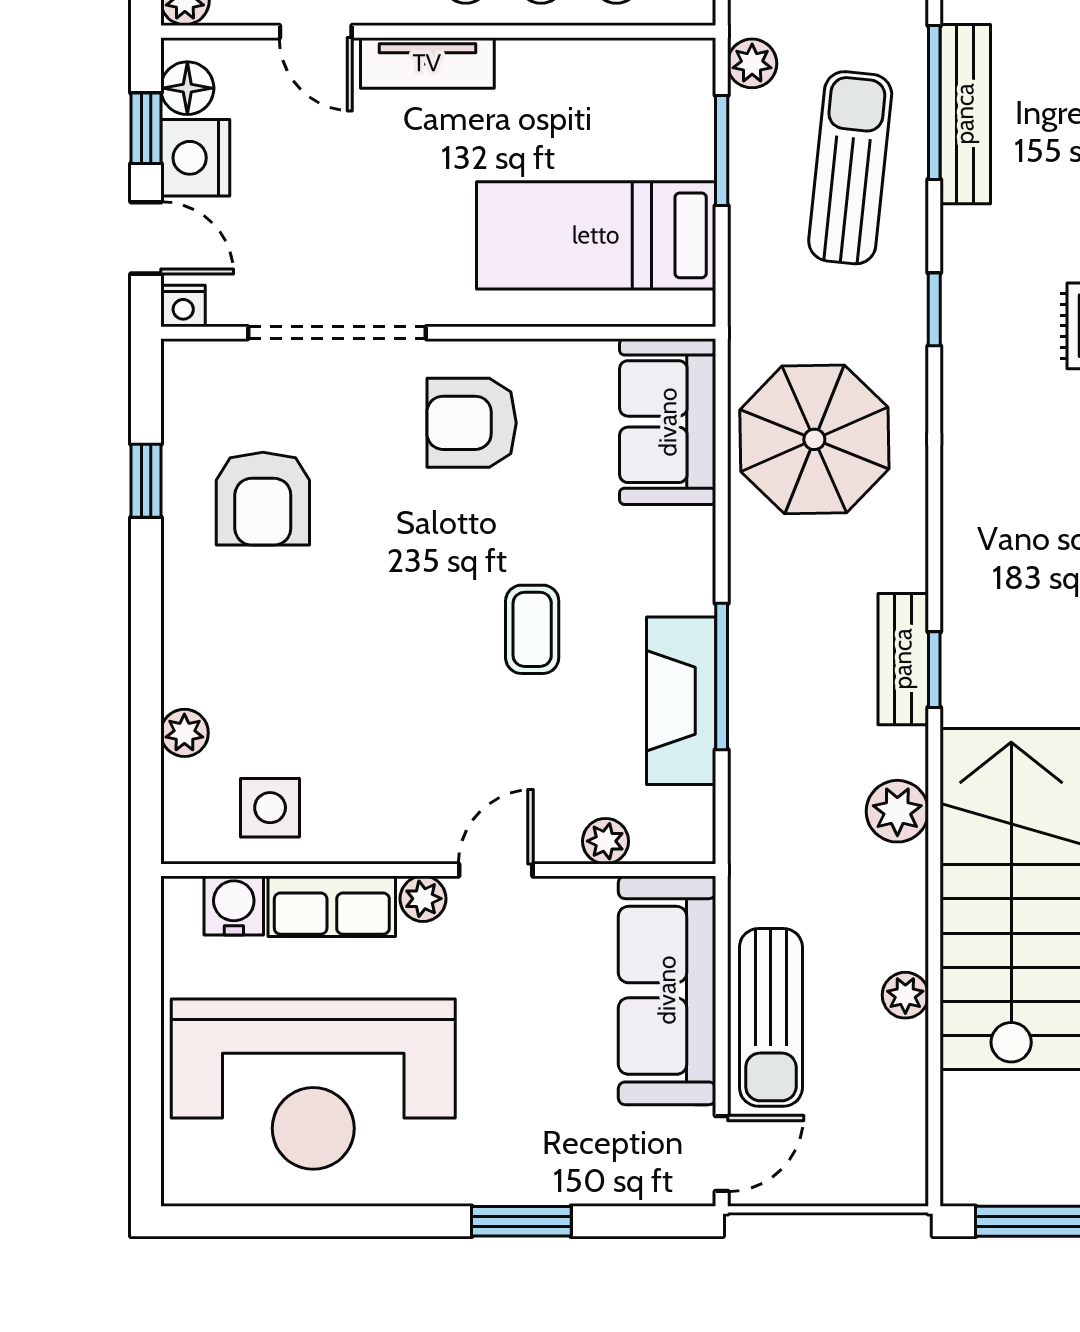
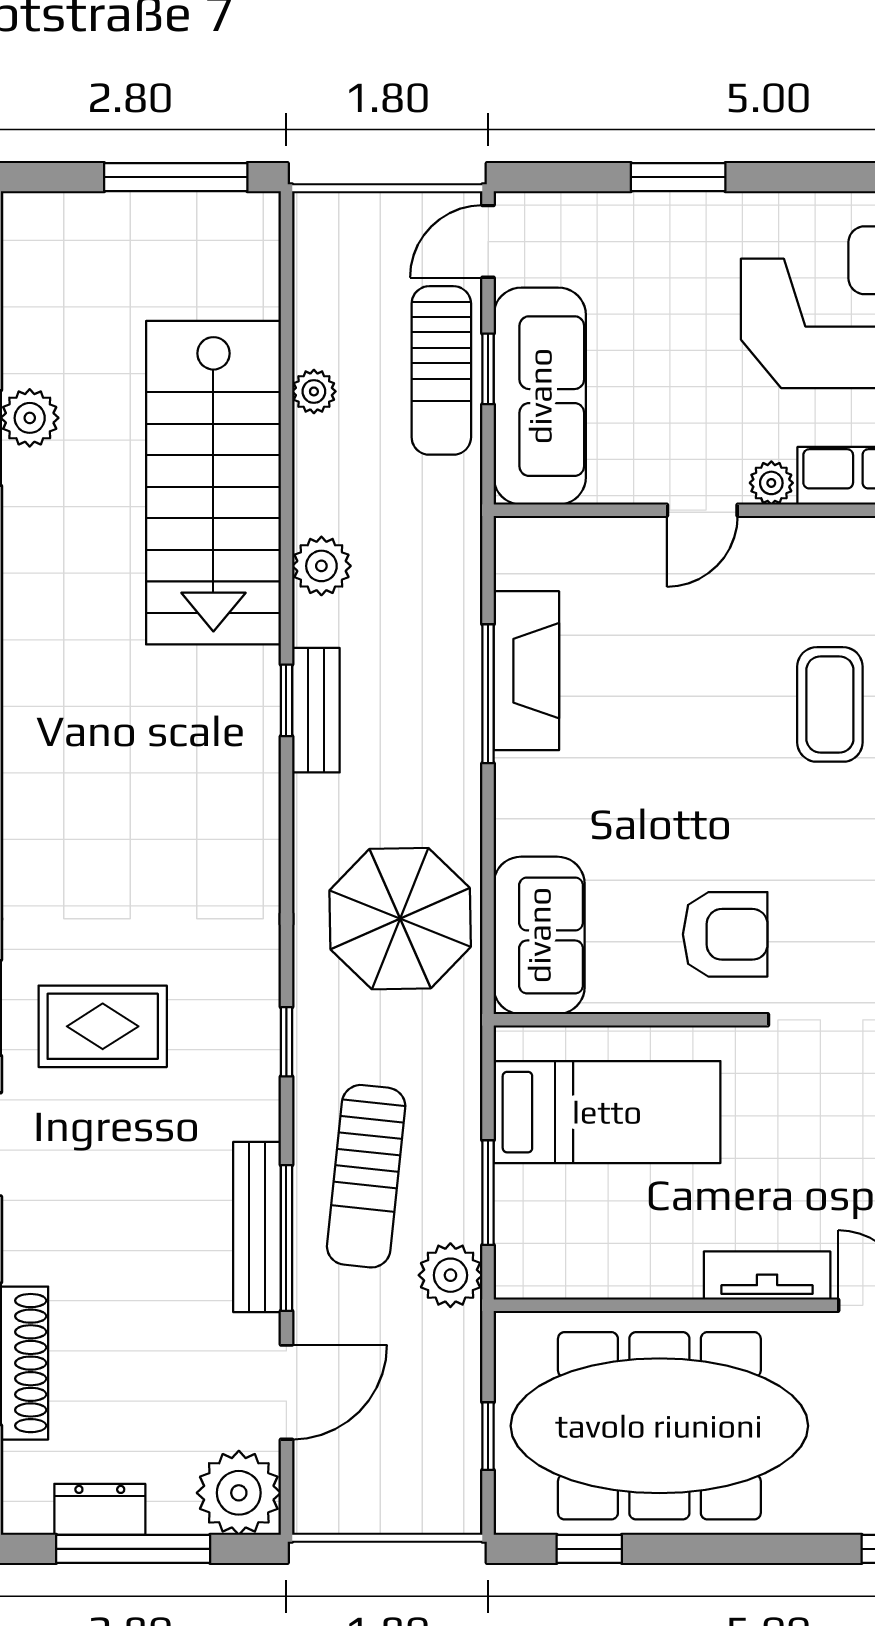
plant: (752, 63) -> (450, 1275), width x1.38, depth x1.38
coffee table: (532, 629) -> (830, 704), moved, width x1.36, depth x1.30
plant: (606, 841) -> (598, 538), removed
sun lounger: (771, 1017) -> (441, 370), turned 180
window: (722, 1019) -> (488, 369), added

